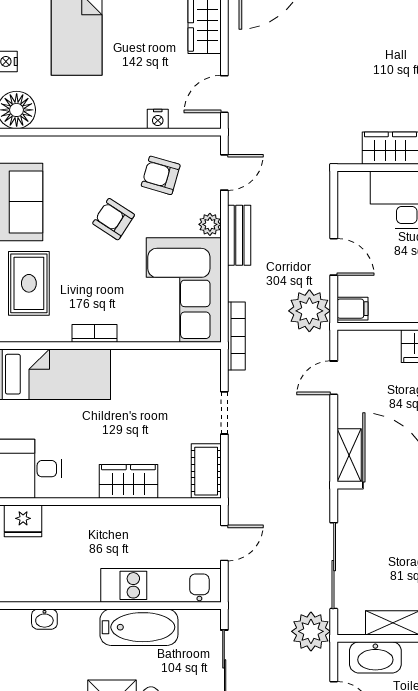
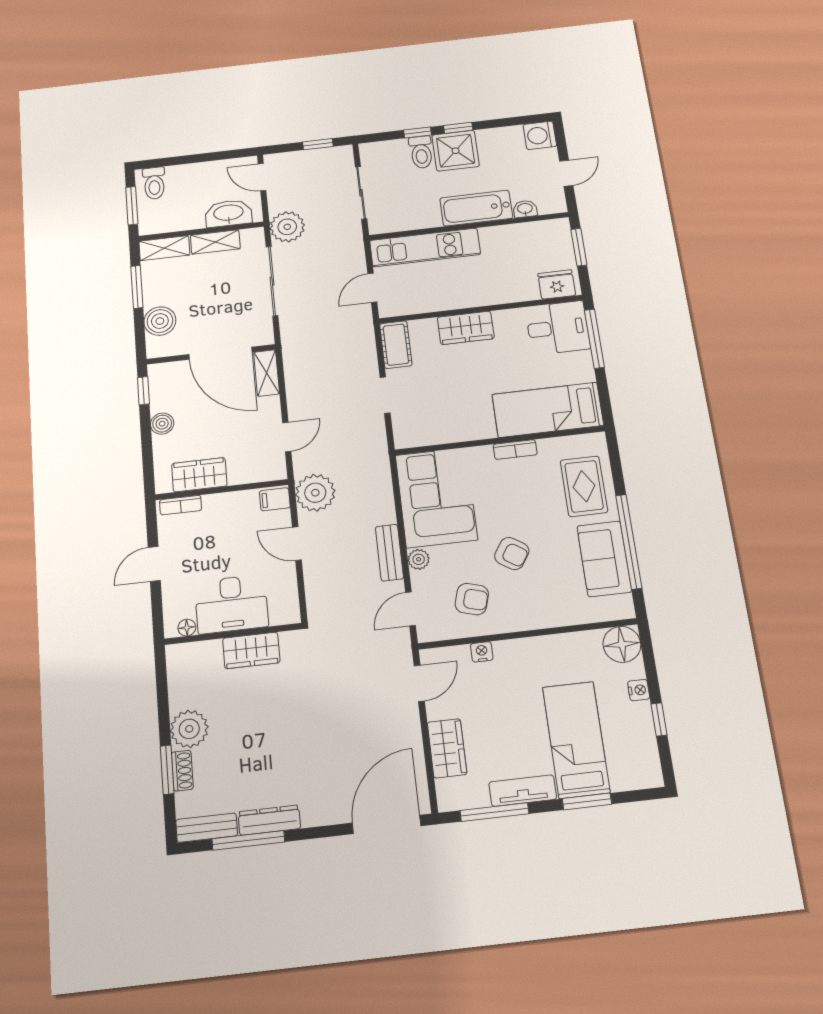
bookcase: (236, 336) -> (382, 463), removed
bathtub: (139, 627) -> (476, 208), moved

